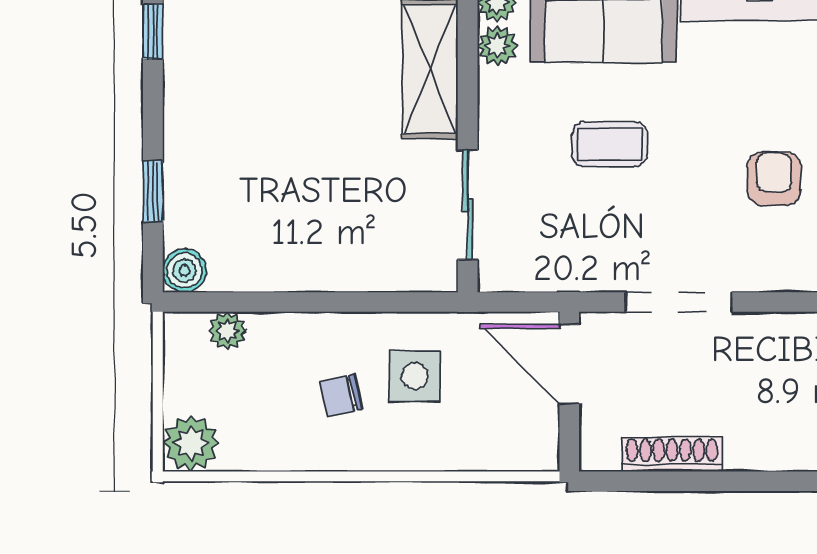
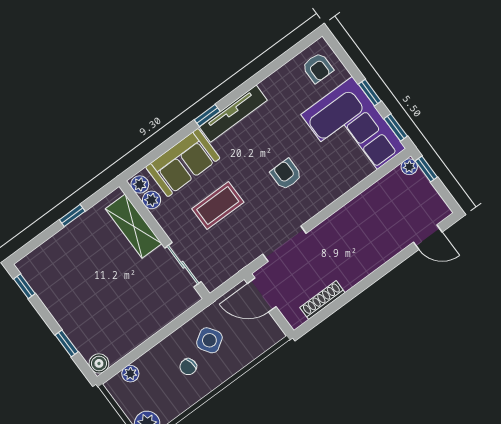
coffee table: (609, 144) -> (218, 206), width x1.36, depth x1.30
side table: (415, 376) -> (209, 340), turned -33

